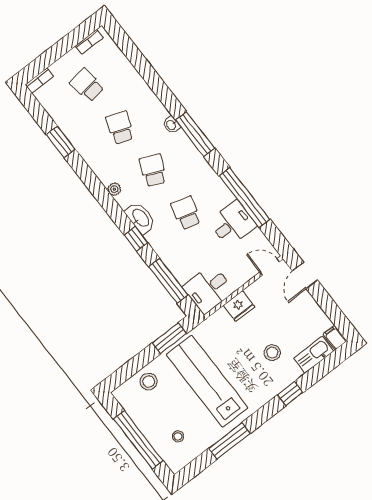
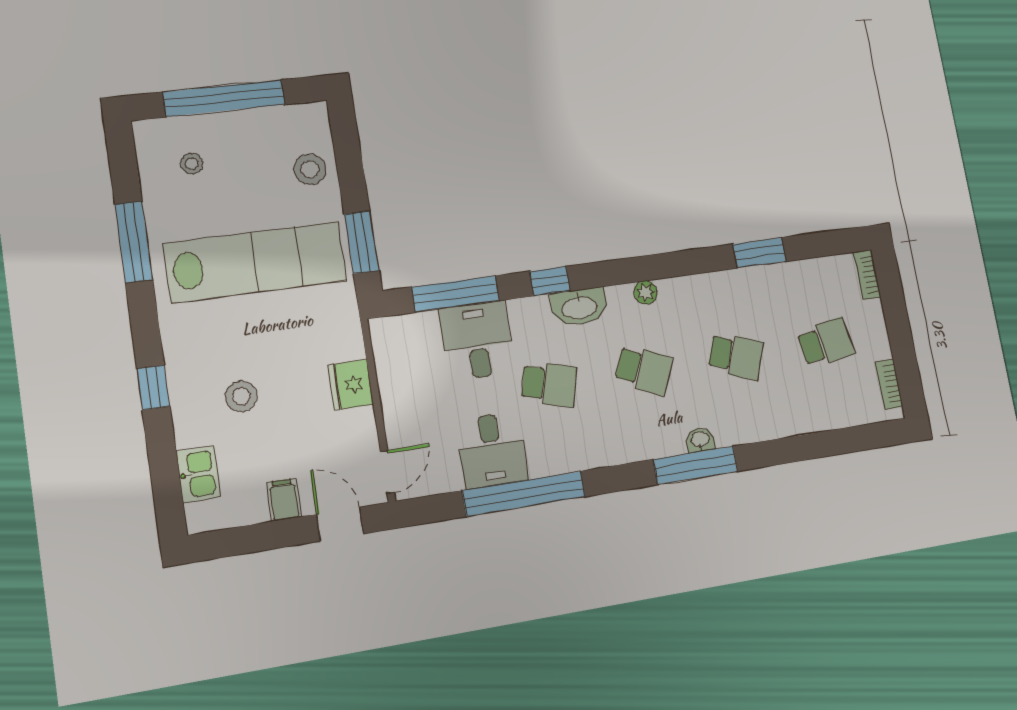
window: (195, 134) -> (696, 465), moved
desk: (208, 289) -> (477, 341), moved
filing cabinet: (335, 338) -> (284, 500), moved, turned -90
kitchen sink: (314, 355) -> (198, 474), width x0.73

